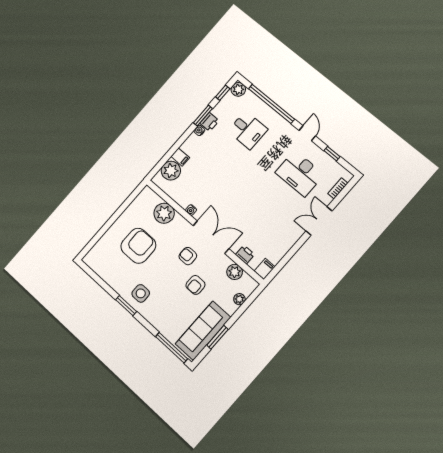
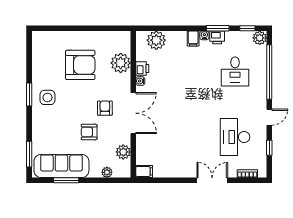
filing cabinet: (180, 157) -> (193, 38), moved
printer: (245, 255) -> (142, 69), moved
window: (172, 348) -> (29, 154), width x0.69

